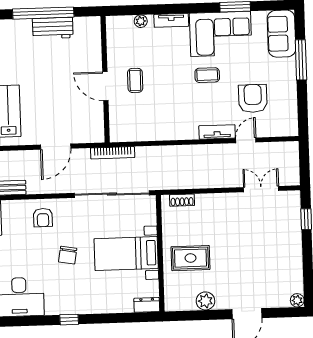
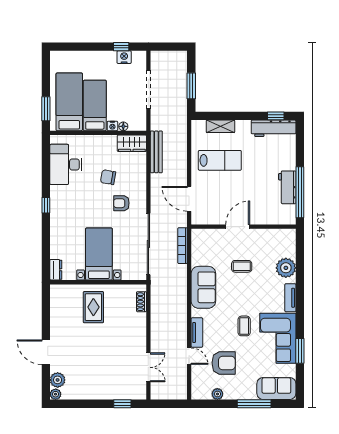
plant: (141, 21) -> (286, 268), width x1.88, depth x1.88
workbench: (53, 28) -> (287, 187), moved
wall: (105, 79) -> (244, 227), moved
door: (105, 86) -> (238, 227), moved
plant: (291, 105) -> (217, 394), added
sofa: (162, 126) -> (203, 287), added
armchair: (43, 218) -> (121, 203), moved
chair: (68, 255) -> (108, 177), moved
plant: (205, 301) -> (58, 380), moved

